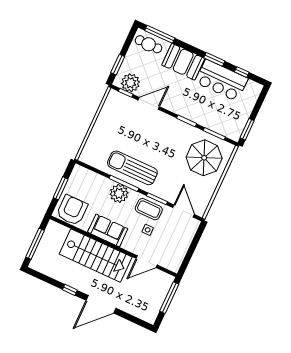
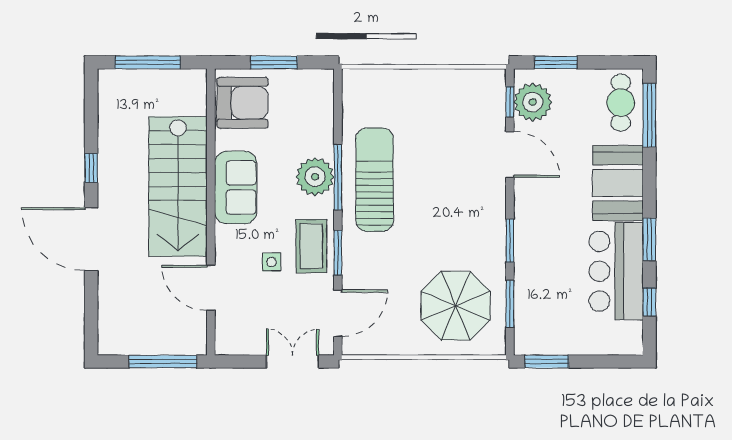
double door: (196, 241) -> (293, 362), added

